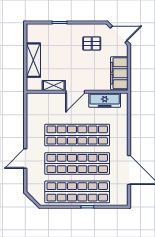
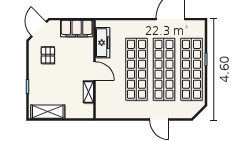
shelving: (33, 60) -> (48, 112), moved

